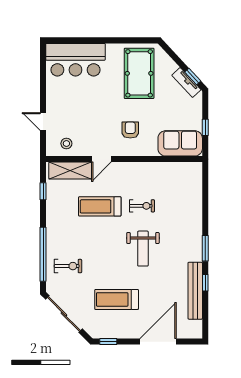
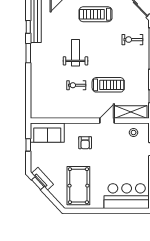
treadmill: (117, 299) -> (96, 14), turned 180

